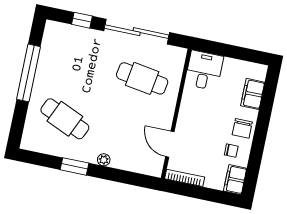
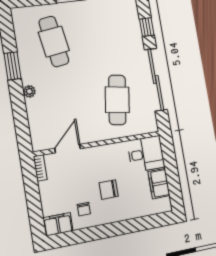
filing cabinet: (253, 94) -> (159, 184), moved, turned -90
cafe table: (65, 119) -> (54, 41), turned -33
chair: (242, 128) -> (109, 189), moved
bookcase: (185, 178) -> (40, 168), width x0.64

